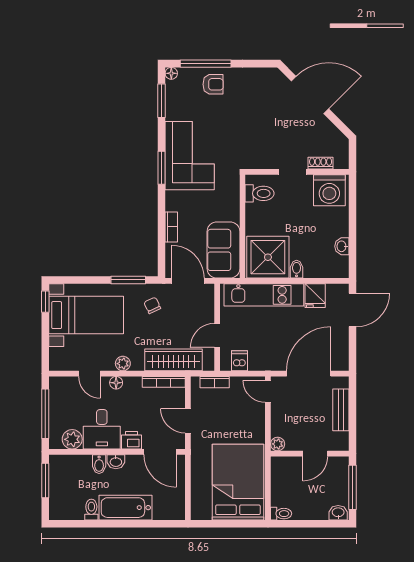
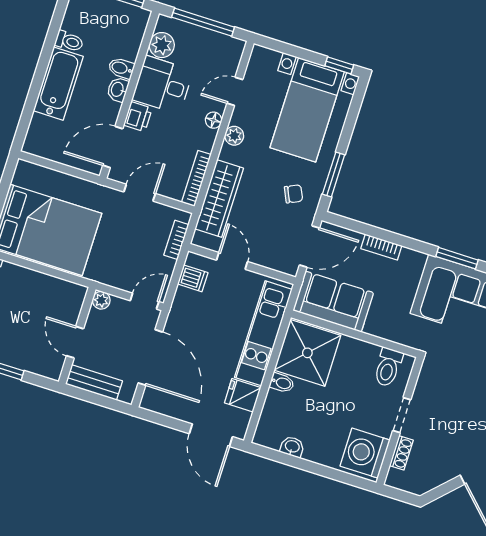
plant: (278, 444) -> (101, 300), moved
wall: (310, 454) -> (77, 336), moved
door: (315, 454) -> (75, 342), moved

